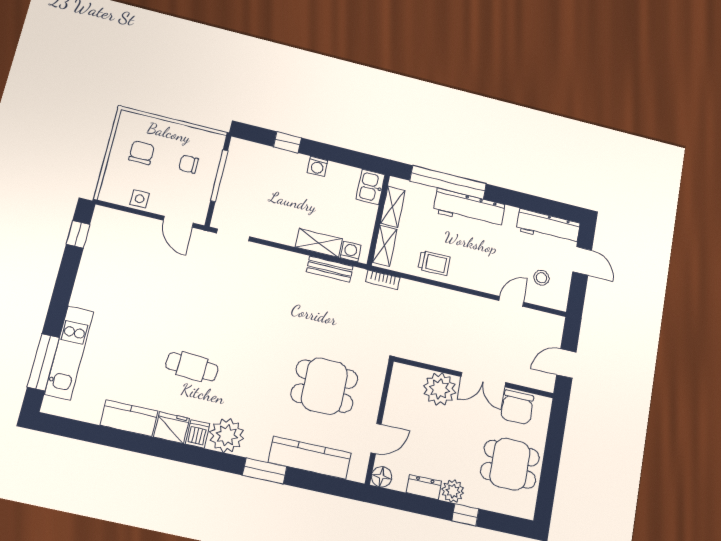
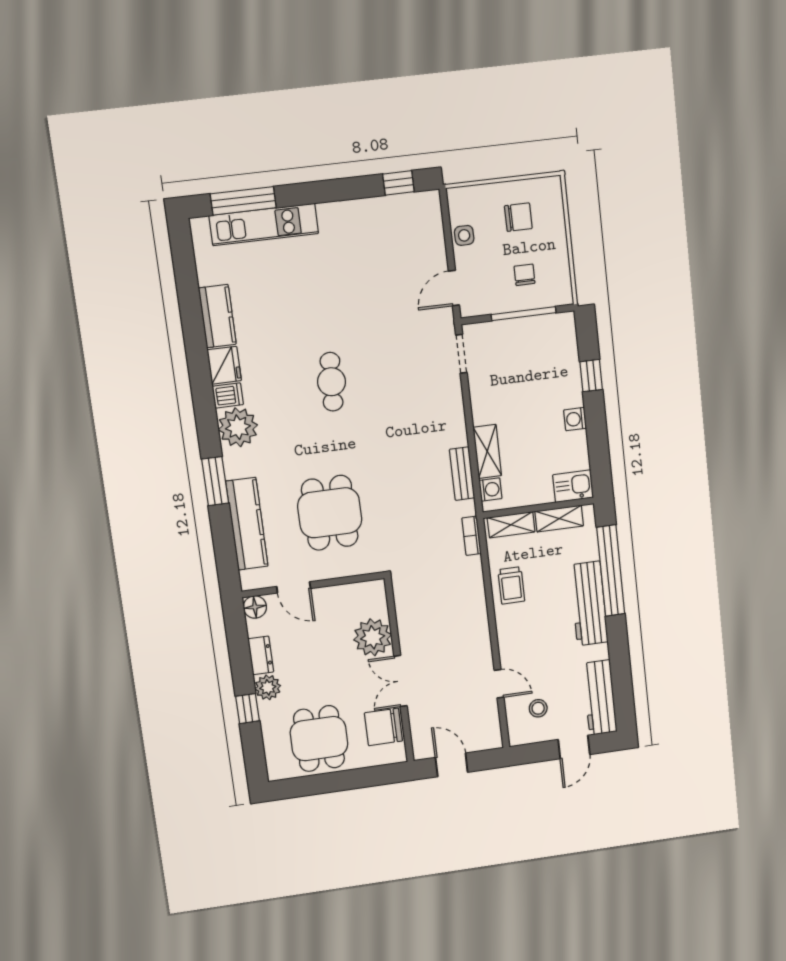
cafe table: (192, 367) -> (331, 382), moved

